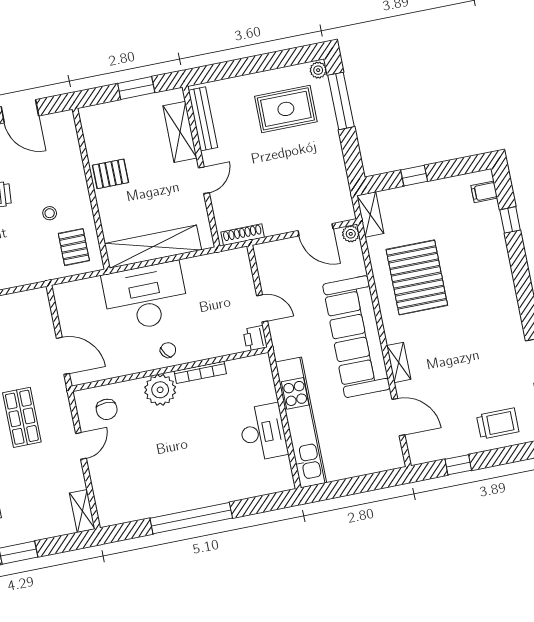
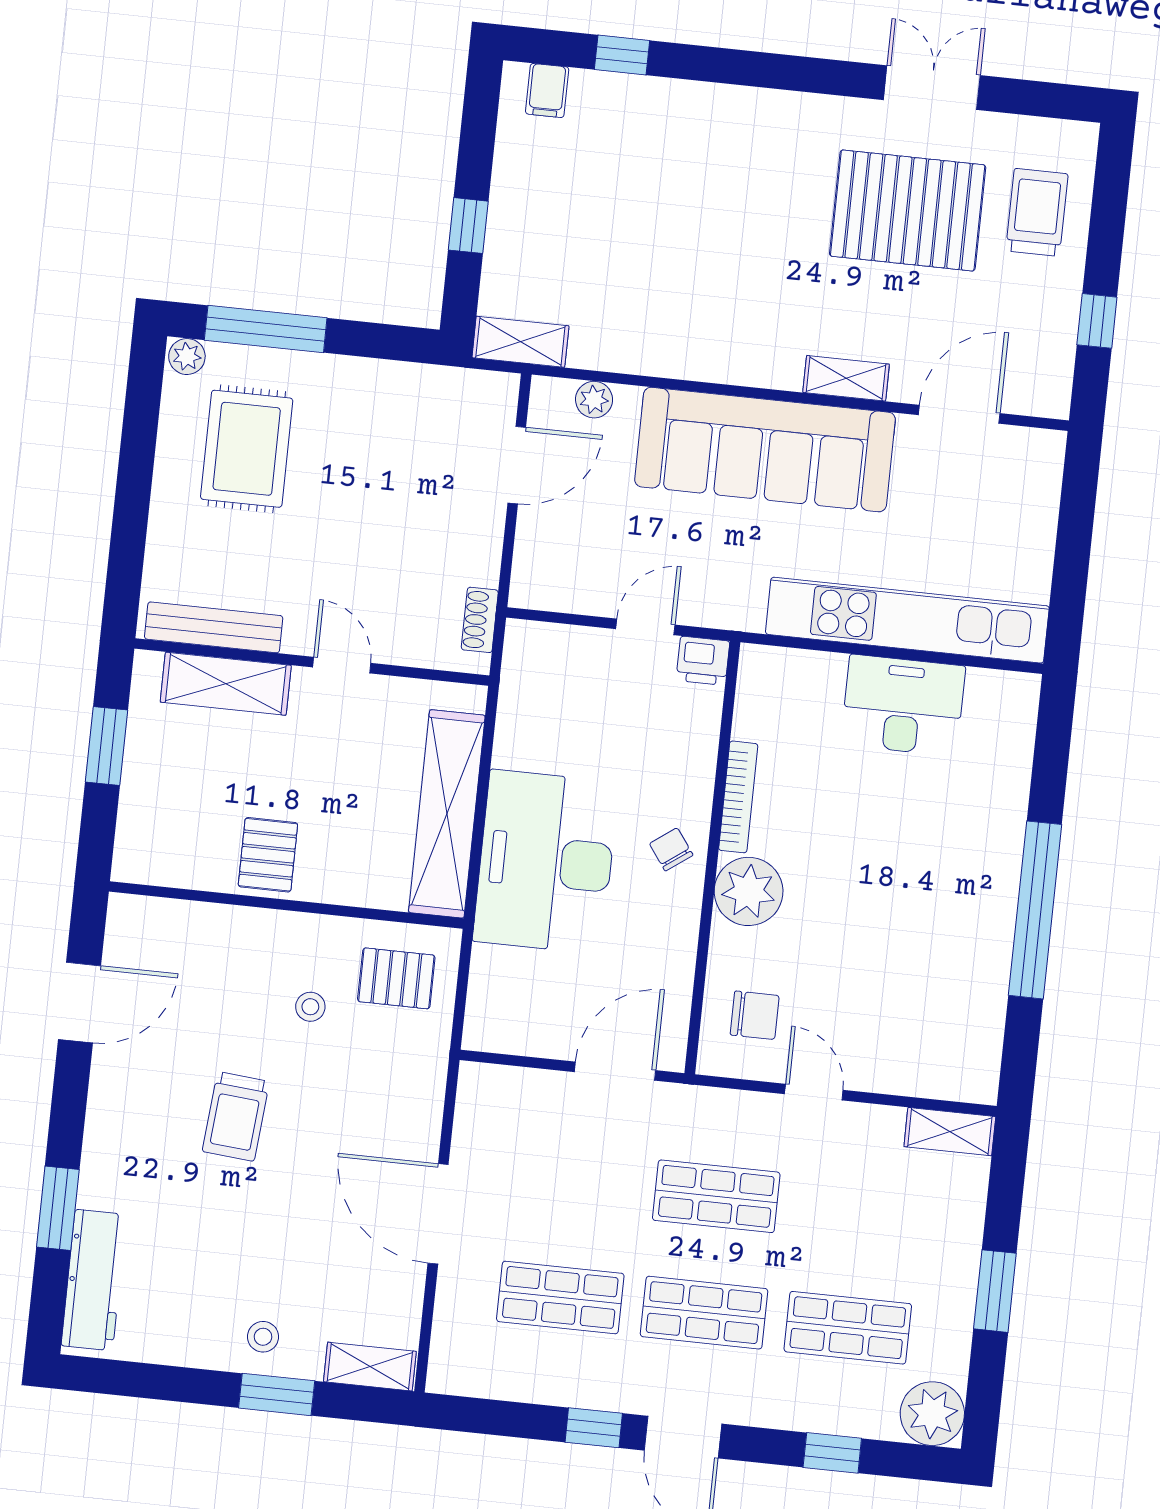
plant: (351, 234) -> (594, 400), moved
shoe rack: (243, 235) -> (480, 620), width x0.70
pallet: (417, 277) -> (908, 210), moved

